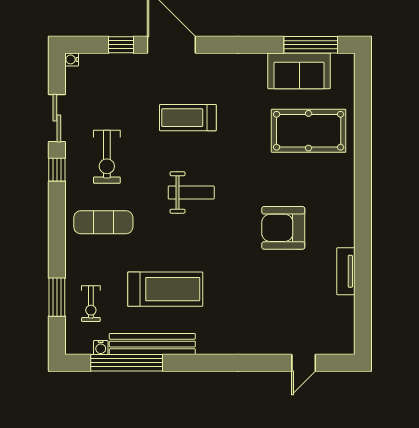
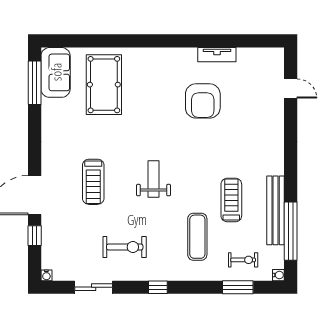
sofa: (299, 71) -> (56, 72), moved
window: (57, 170) -> (158, 287), moved
exercise mat: (103, 222) -> (197, 237), moved
armchair: (283, 228) -> (203, 101), moved
treadmill: (165, 289) -> (231, 200), width x0.73, depth x0.73
water cooler: (101, 348) -> (278, 275), moved

